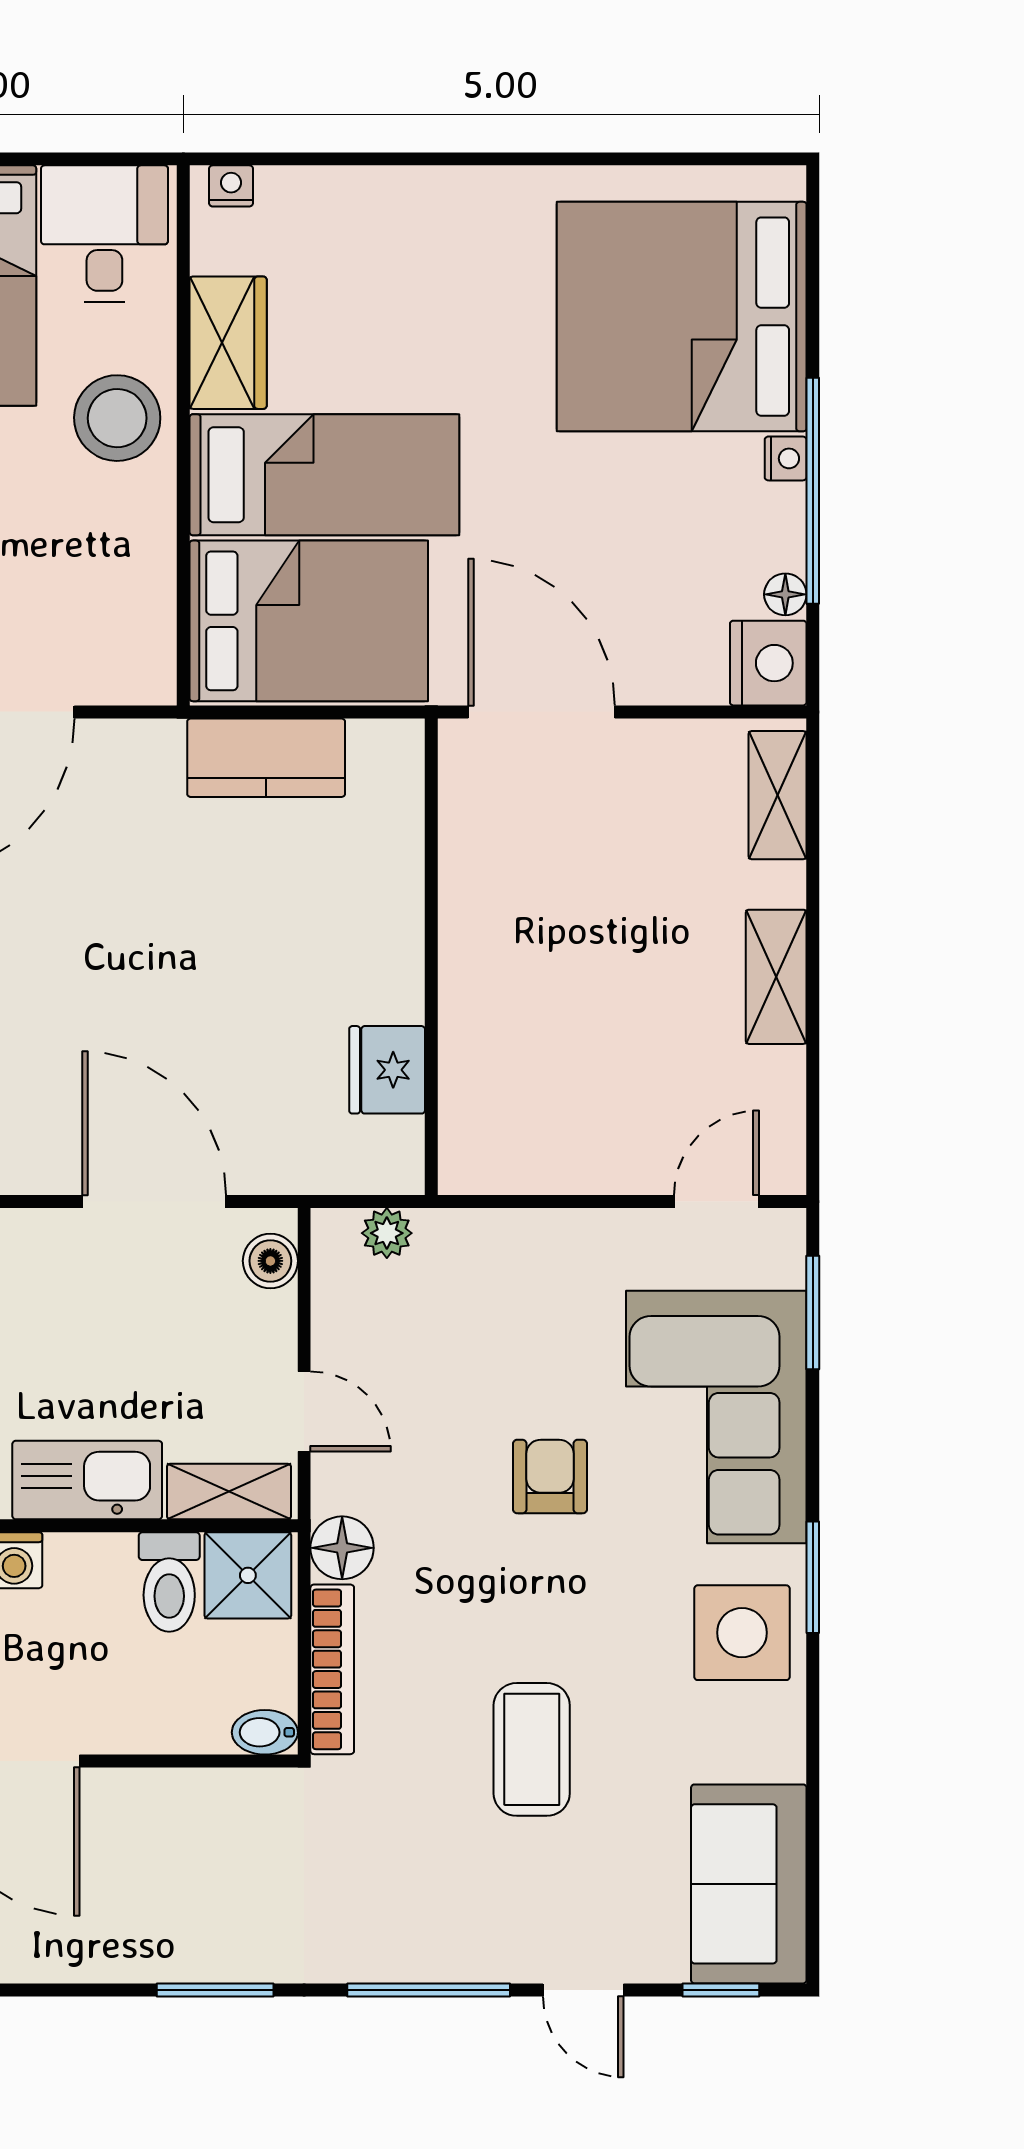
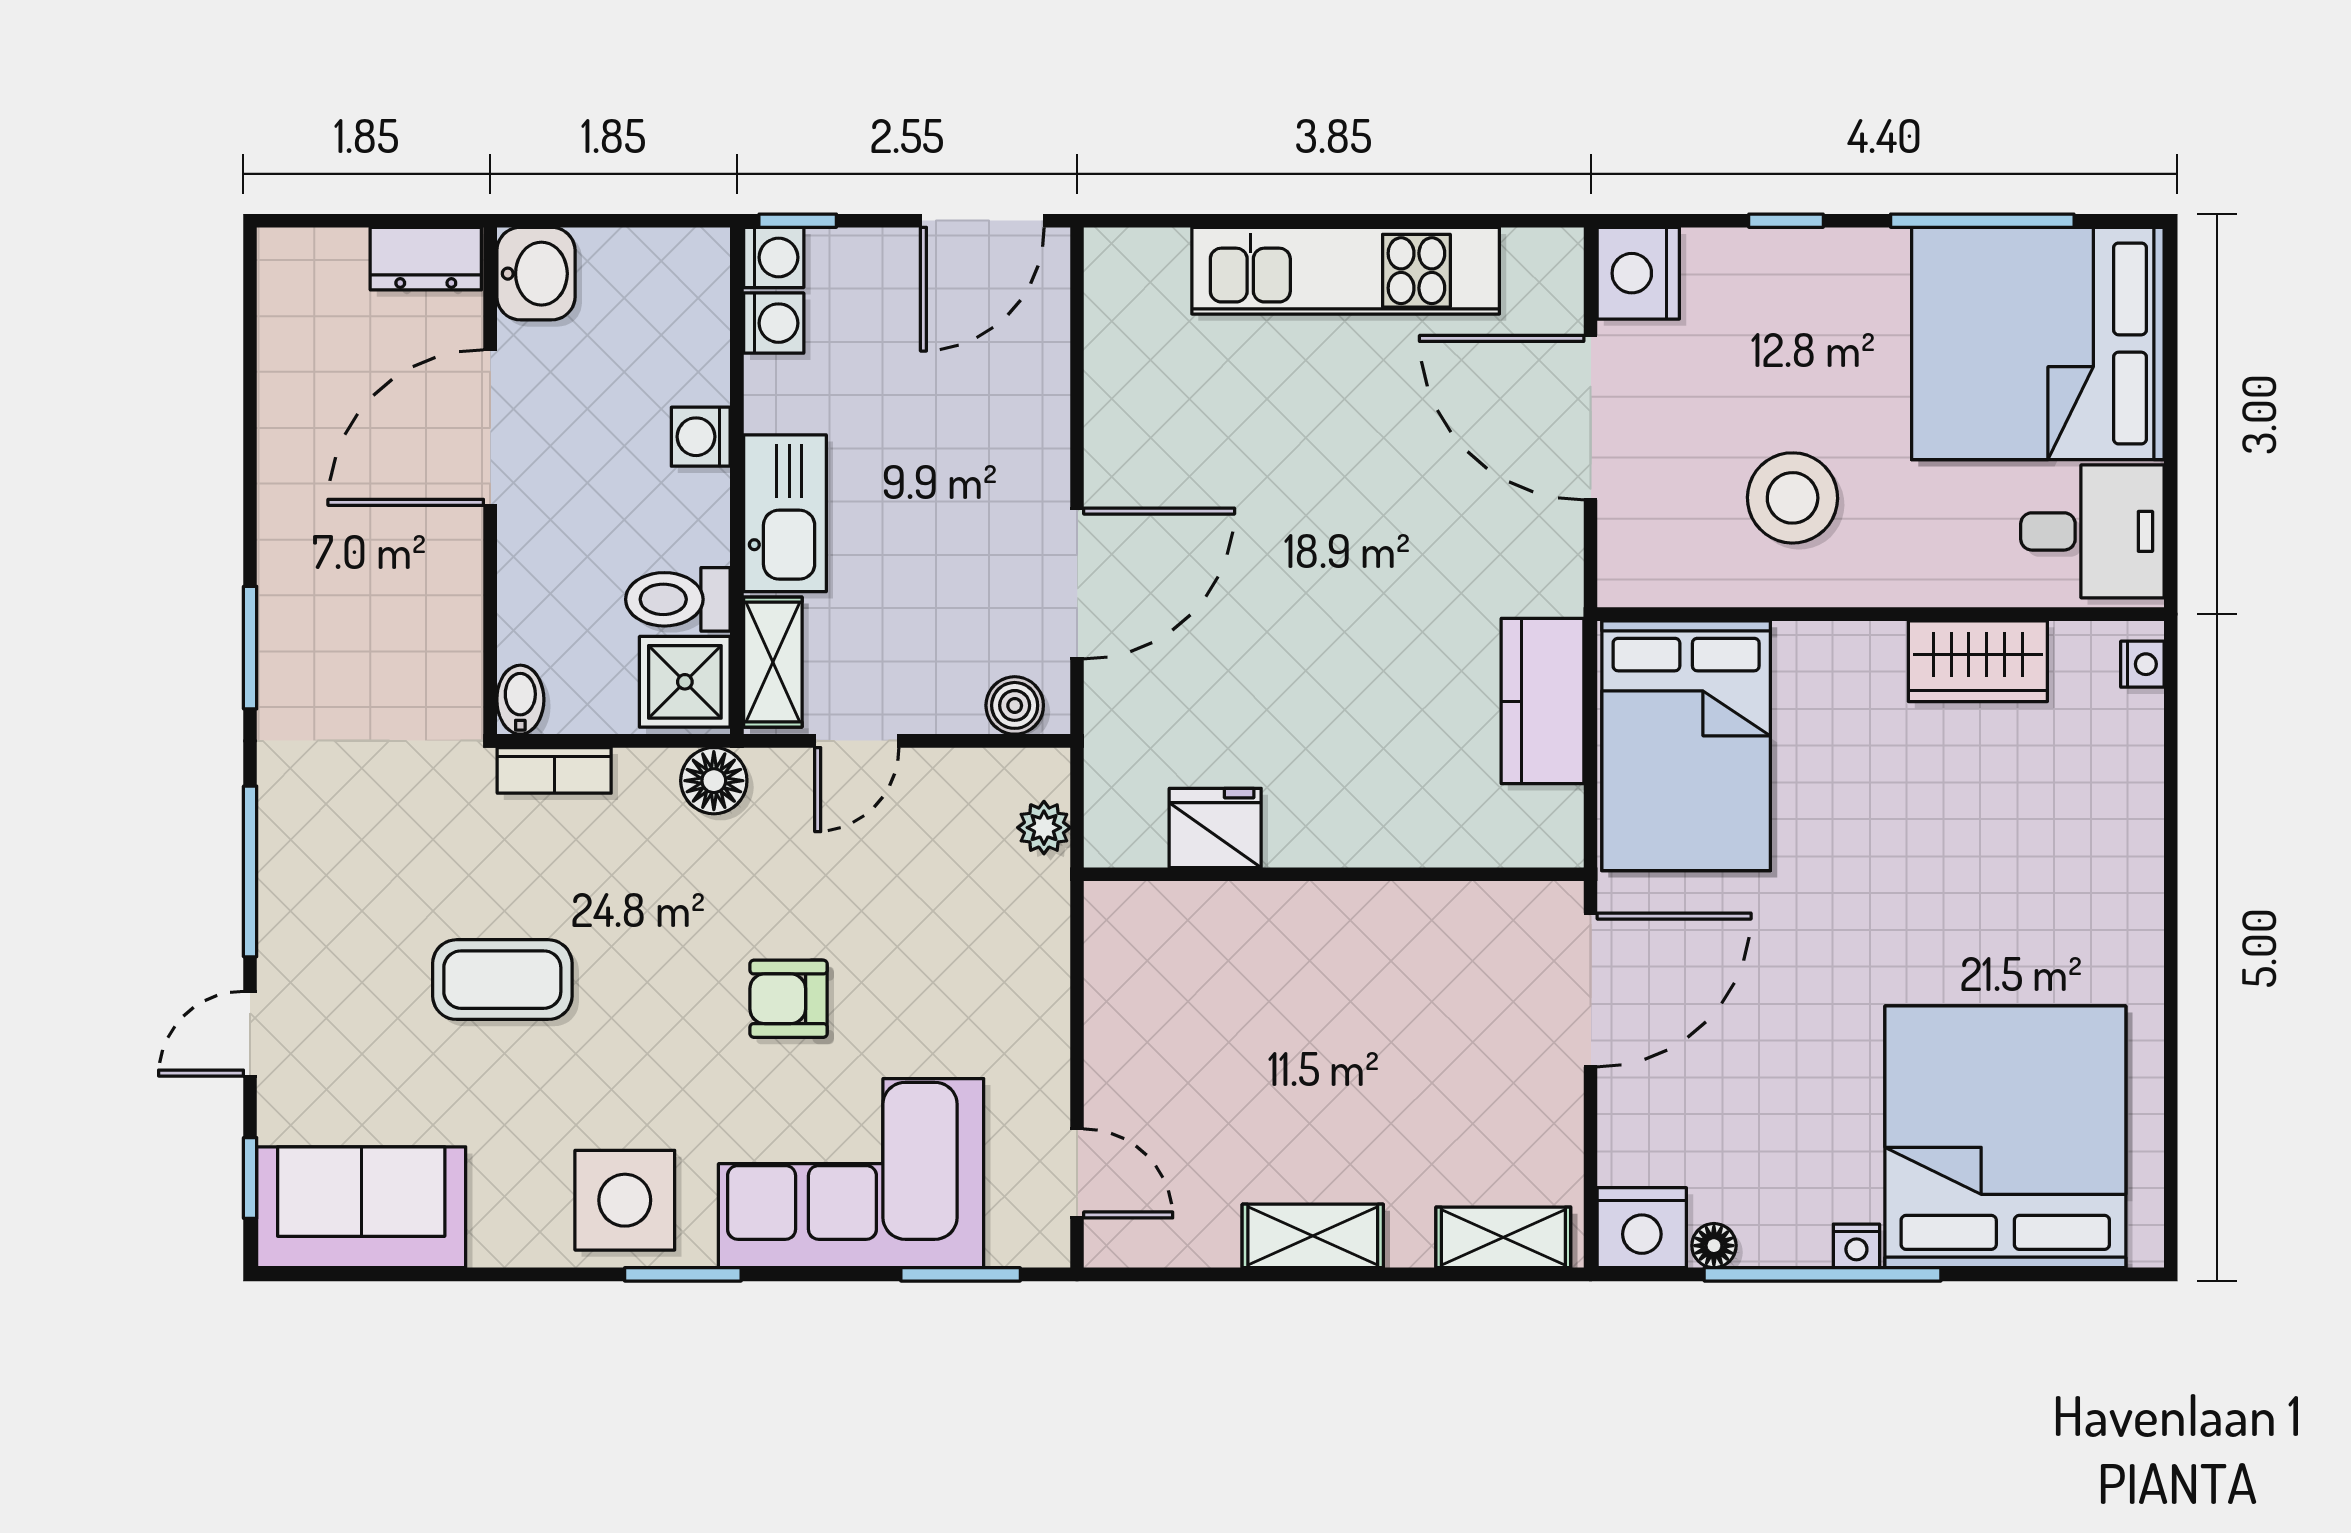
stool: (117, 418) -> (1793, 498), moved
bed: (324, 475) -> (1839, 762), removed
armchair: (550, 1477) -> (789, 999), turned 180
bookcase: (332, 1669) -> (554, 770), width x0.64

